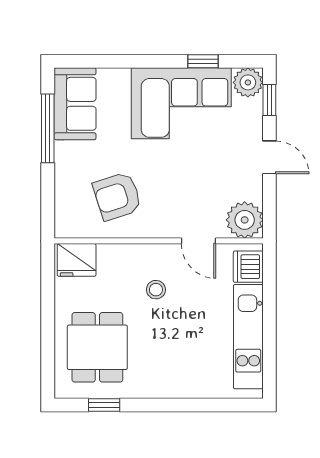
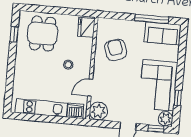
dining table: (97, 347) -> (43, 34), turned 90

